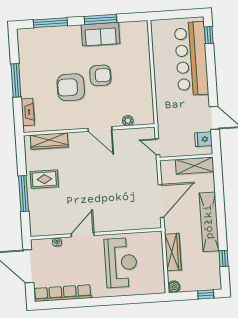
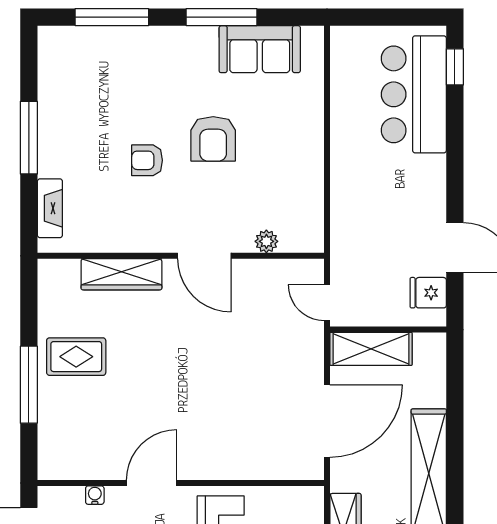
sofa: (100, 34) -> (260, 49), moved
bar counter: (191, 59) -> (414, 94), width x0.73
armchair: (100, 75) -> (213, 139), turned 90
armchair: (71, 87) -> (147, 160), width x0.53, depth x0.53
wardrobe: (49, 141) -> (121, 274), moved
shelving: (195, 166) -> (371, 349), moved

